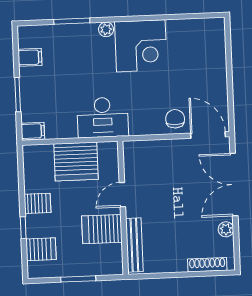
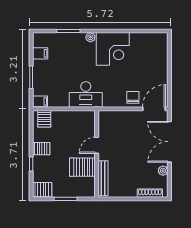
door: (208, 135) -> (154, 109), hinge flipped
server rack: (76, 162) -> (44, 119), moved, width x0.46, depth x0.70
server rack: (41, 249) -> (42, 190), moved

